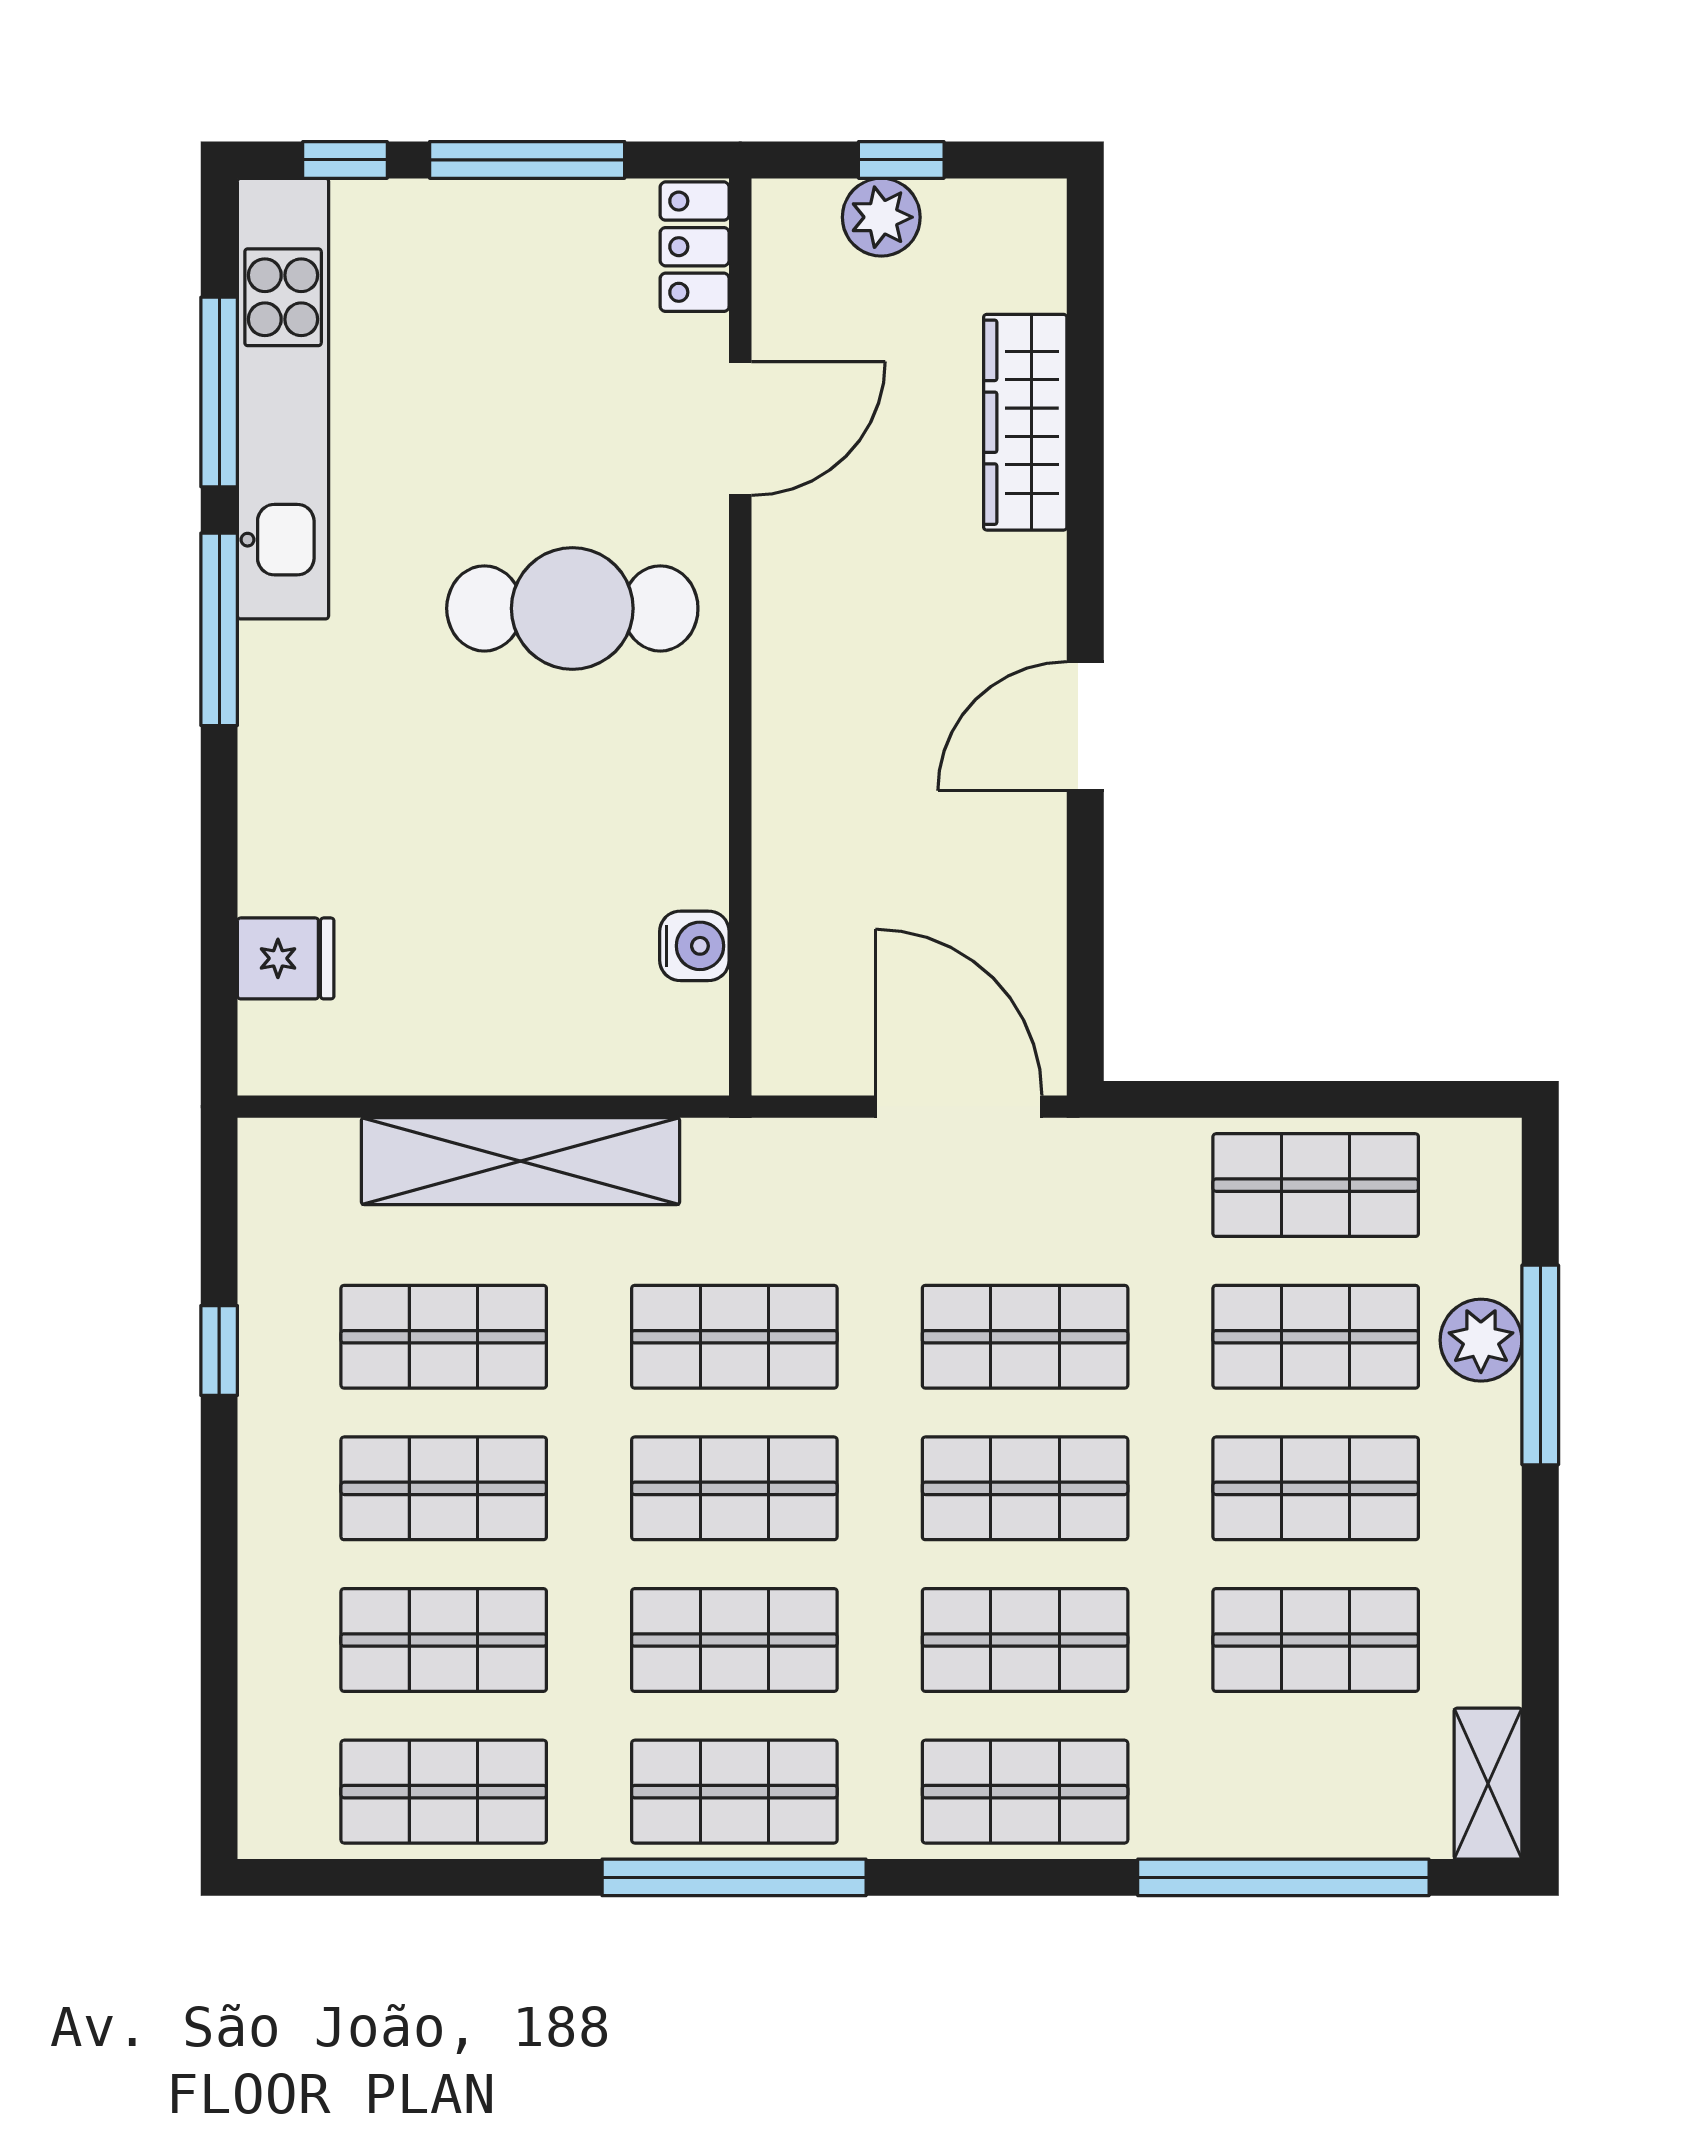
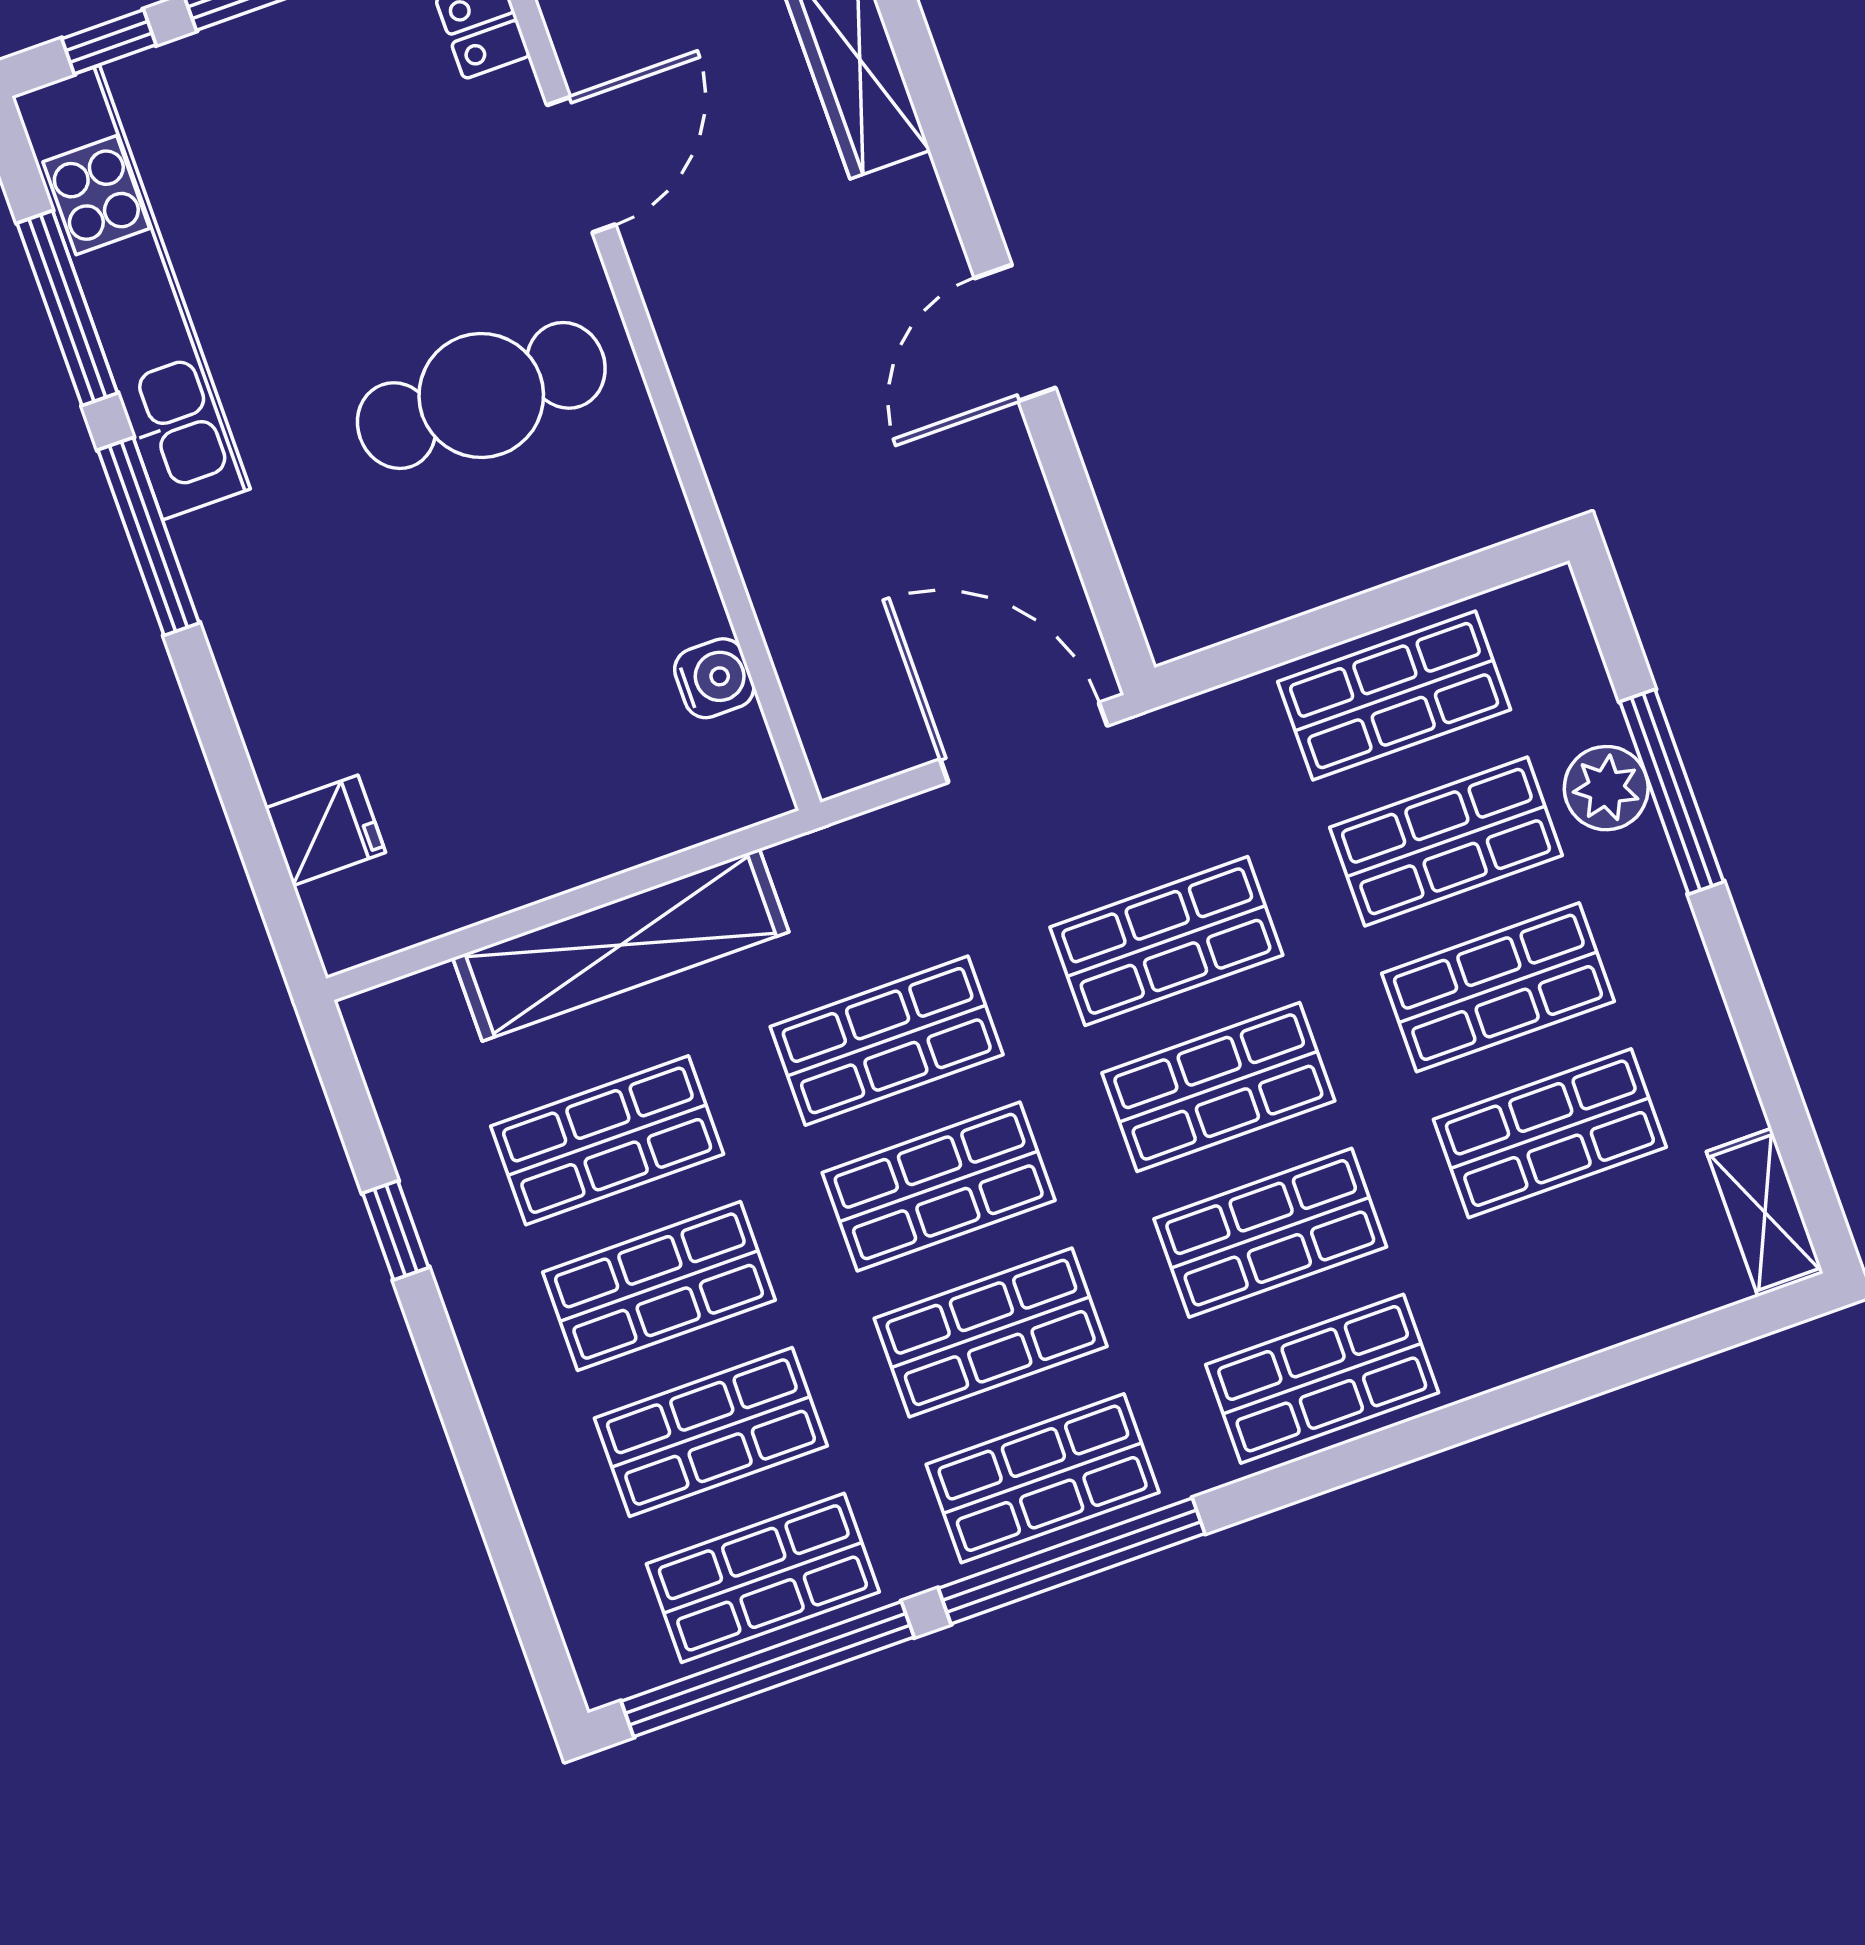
window: (1283, 1877) -> (768, 1669), moved

